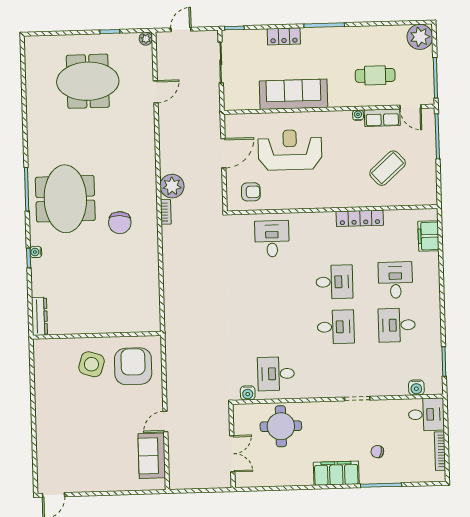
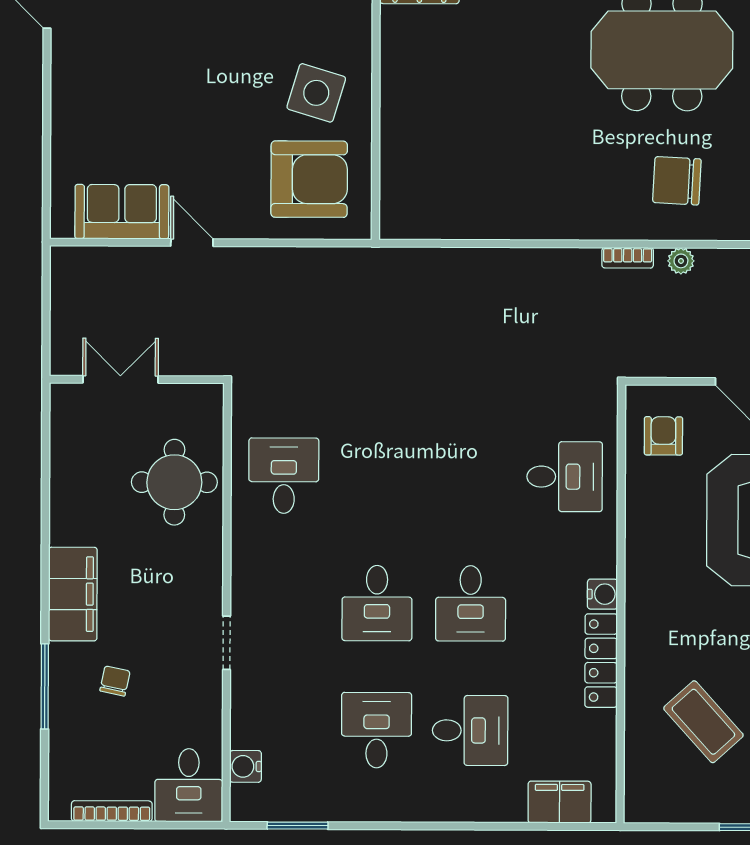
plant: (172, 186) -> (681, 261), width x0.53, depth x0.53
armchair: (251, 192) -> (663, 436), turned 180
chair: (120, 223) -> (677, 181), moved
water cooler: (248, 393) -> (602, 594), moved, turned 180
double door: (232, 454) -> (120, 379), swing flipped

